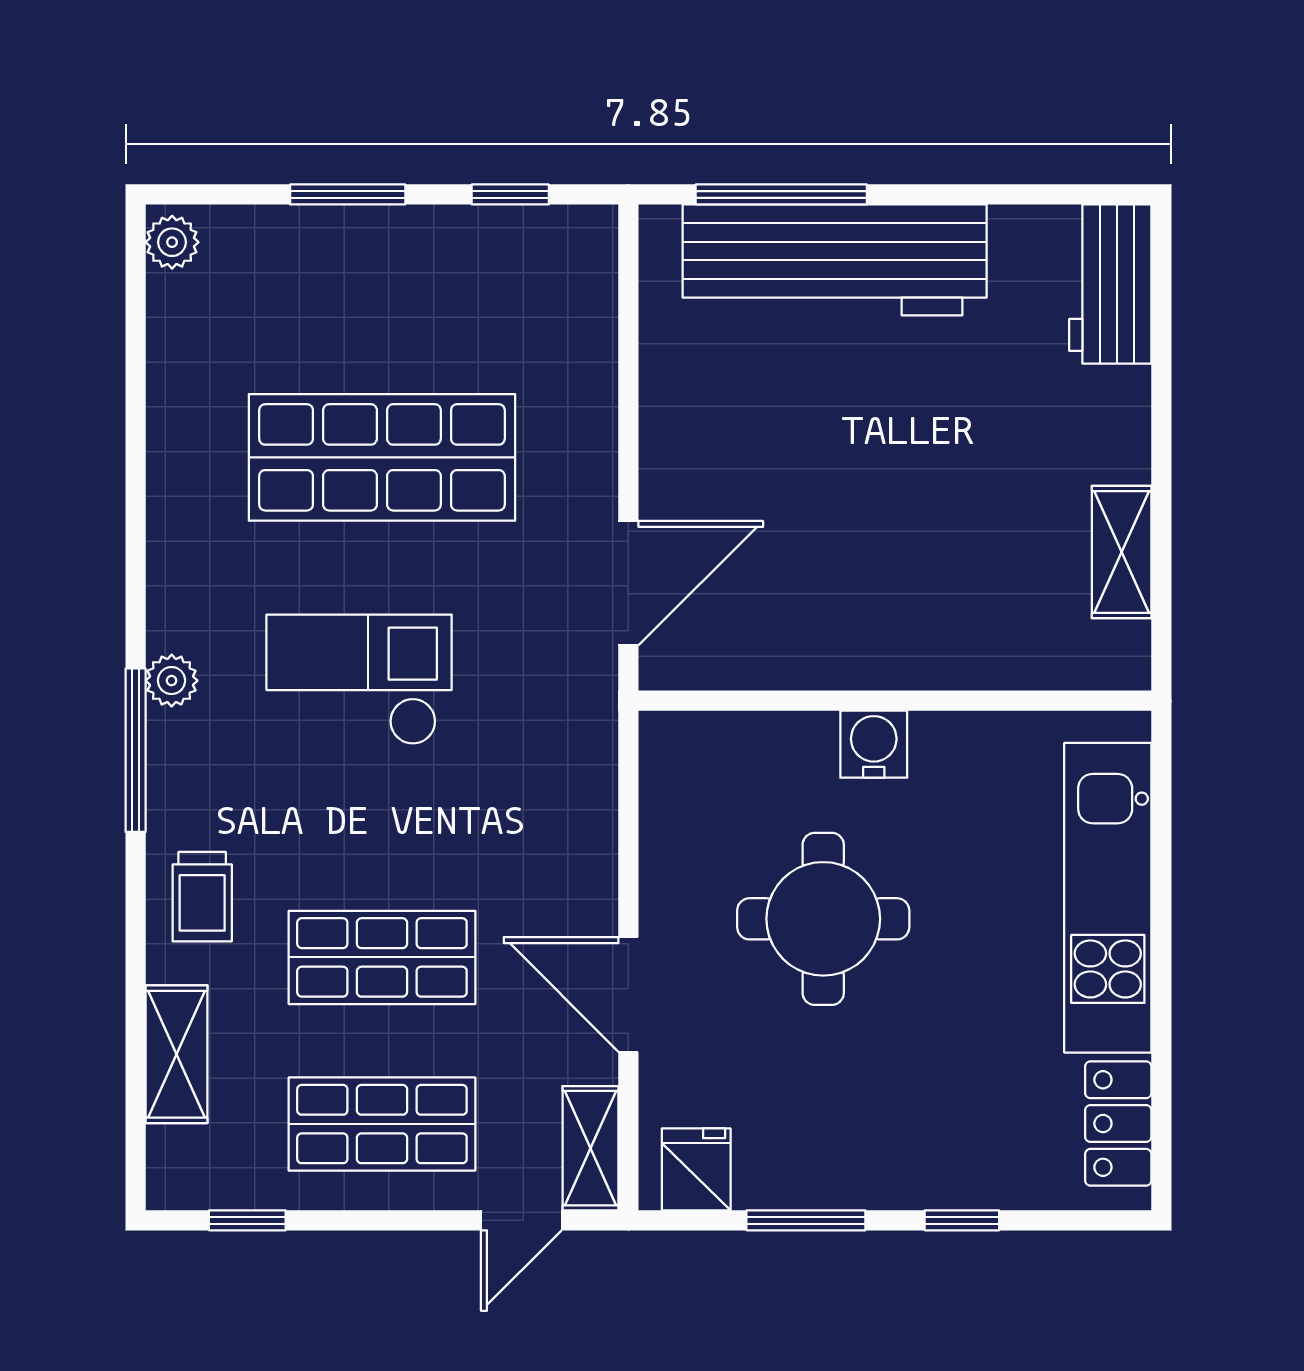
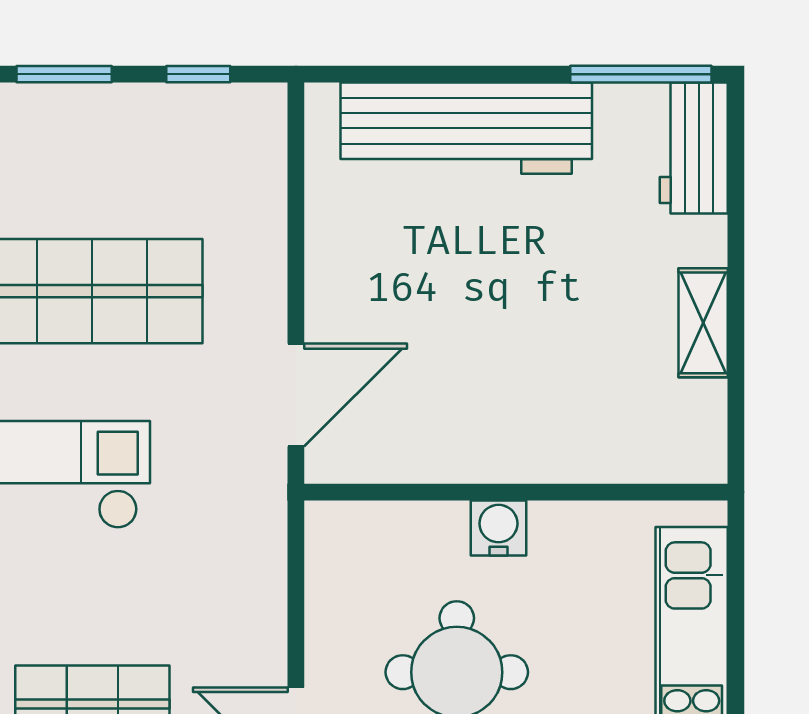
window: (781, 194) -> (641, 74), moved
shelving: (1122, 552) -> (703, 323), moved

